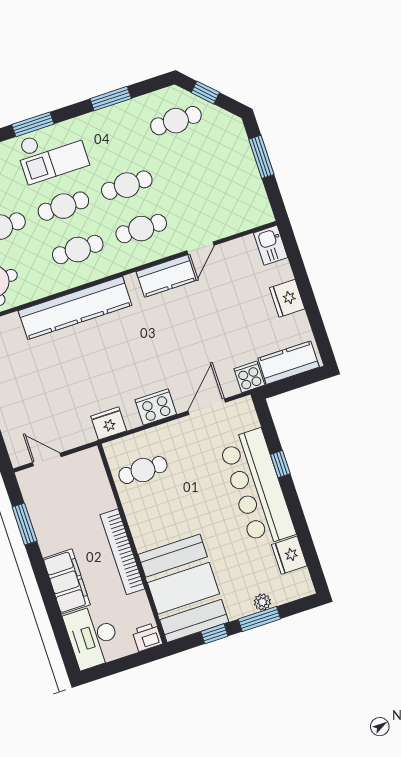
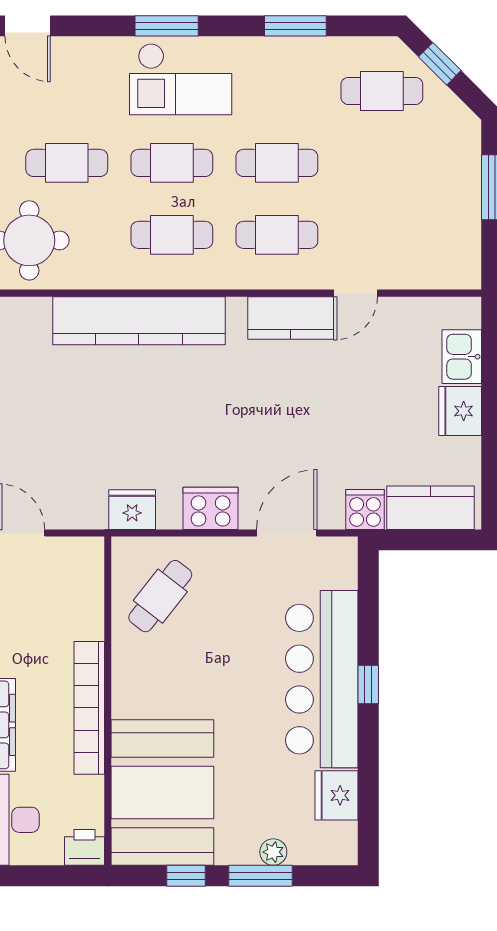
kitchen sink: (271, 245) -> (462, 357), moved
window: (280, 464) -> (368, 684), moved
cafe table: (143, 470) -> (160, 596), turned -52

